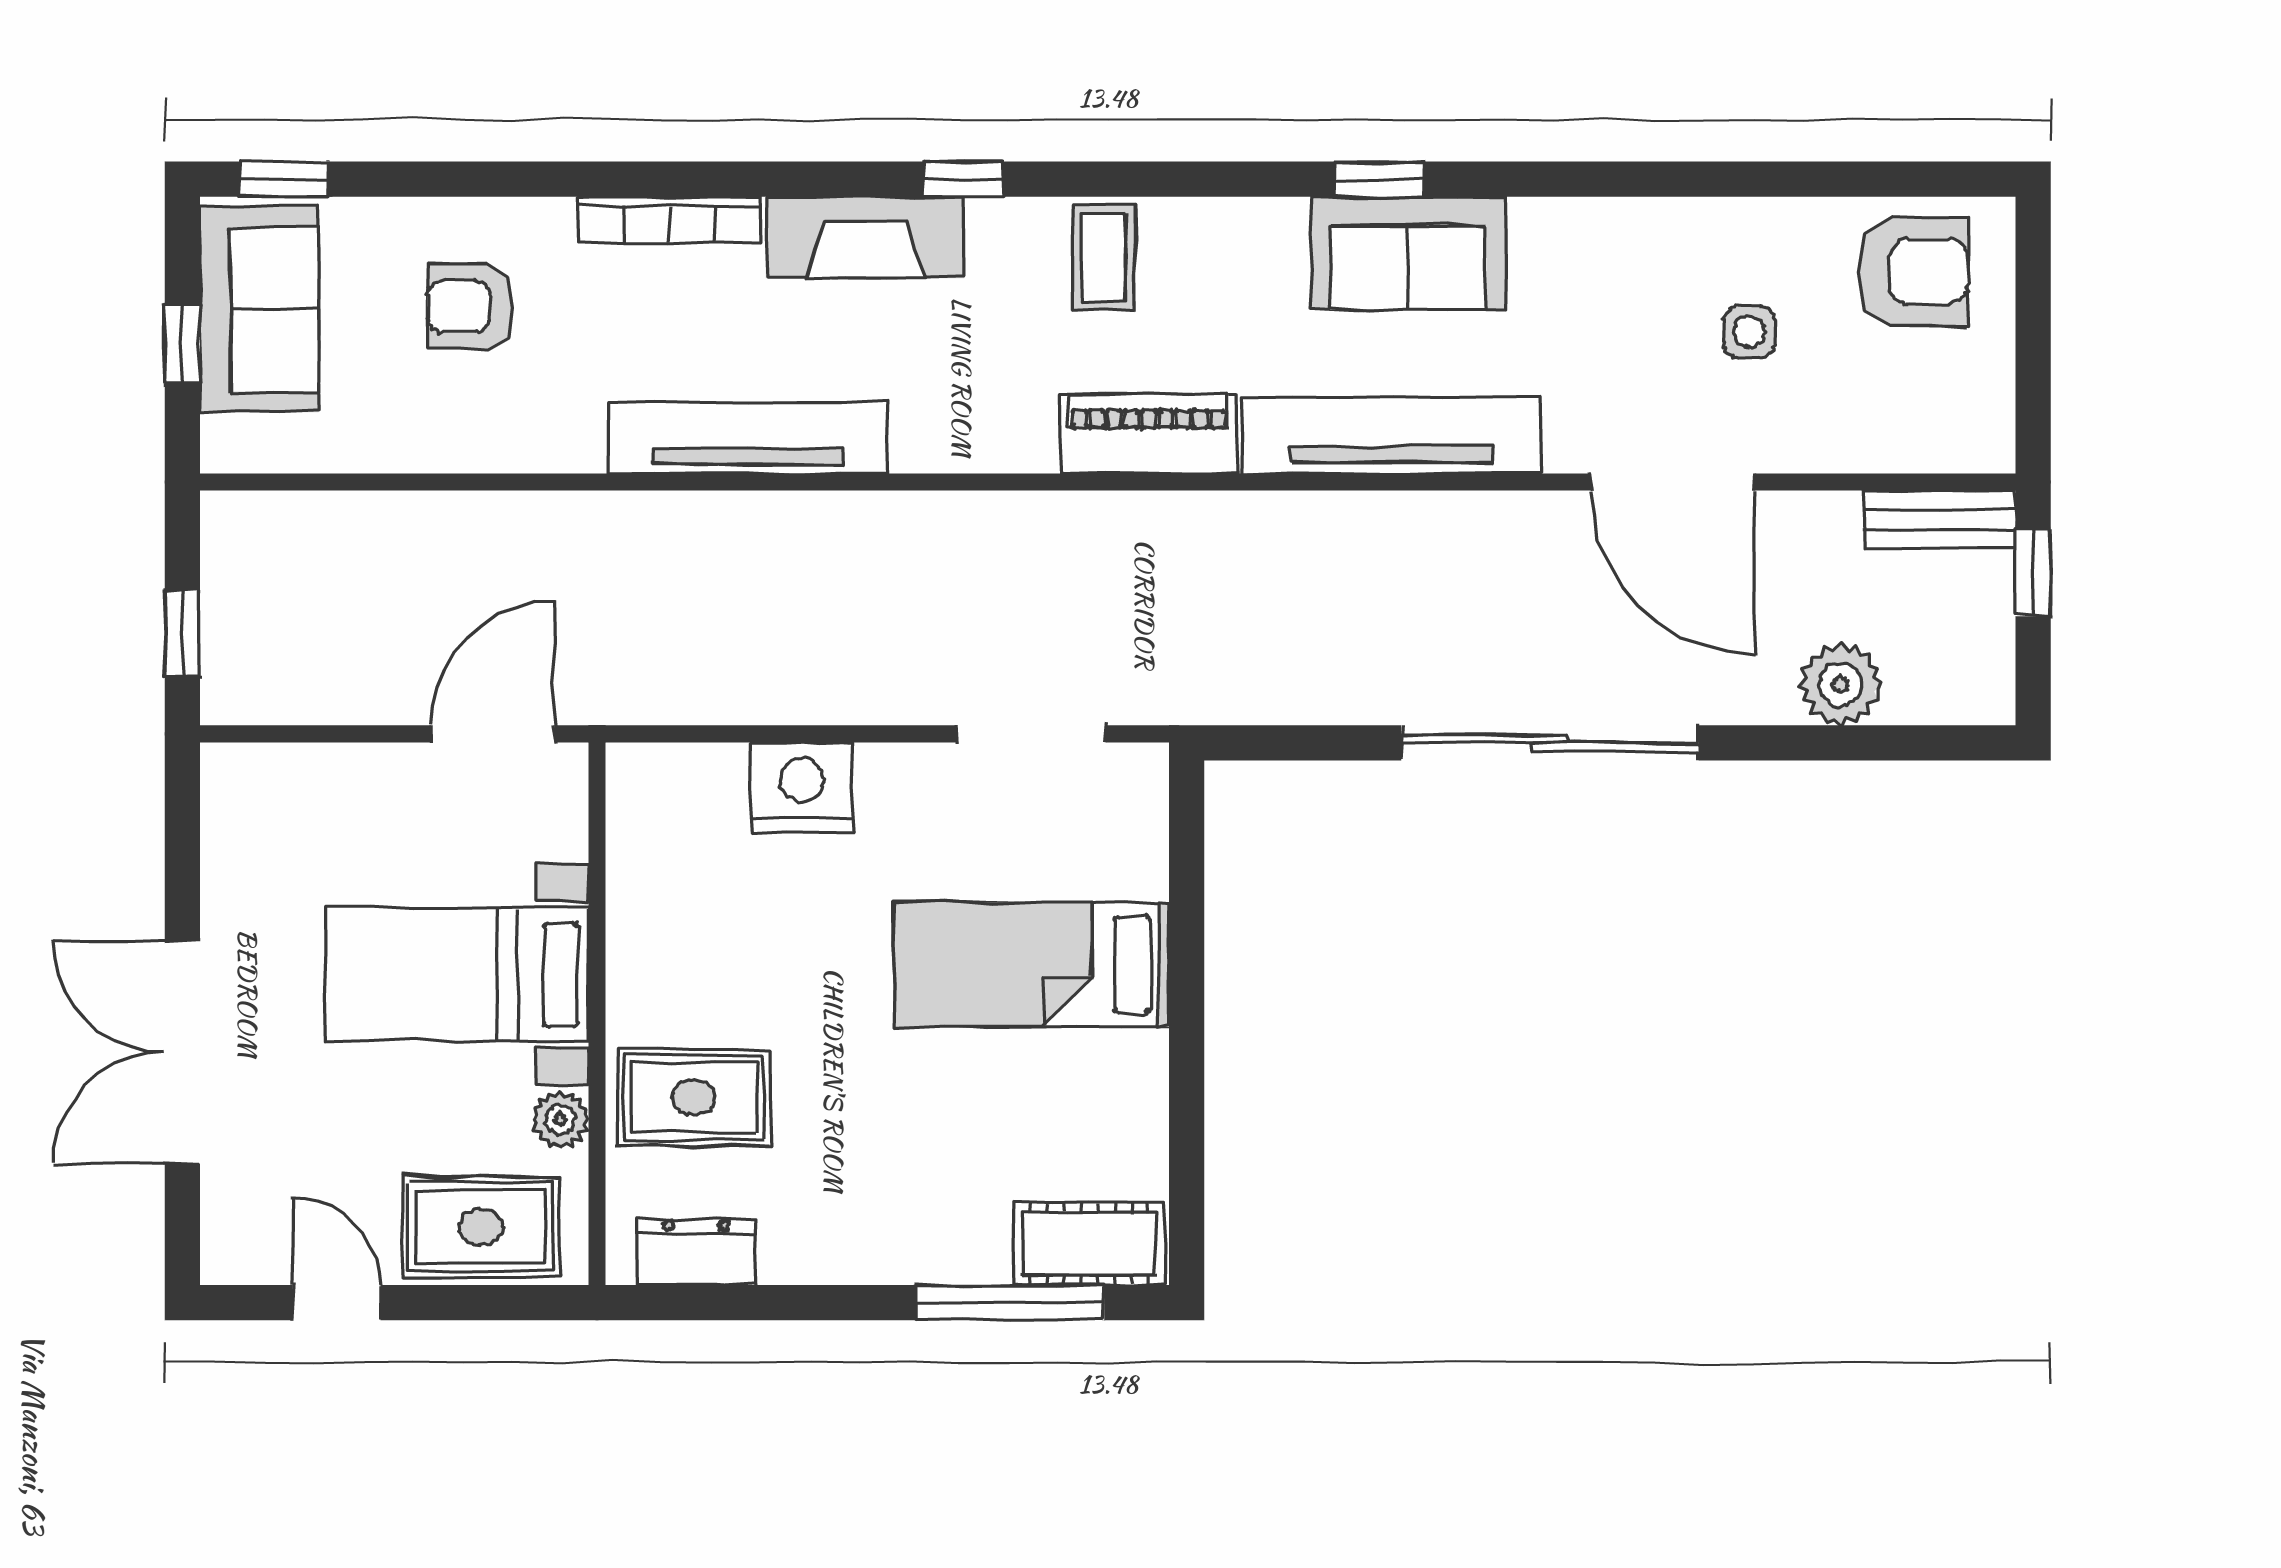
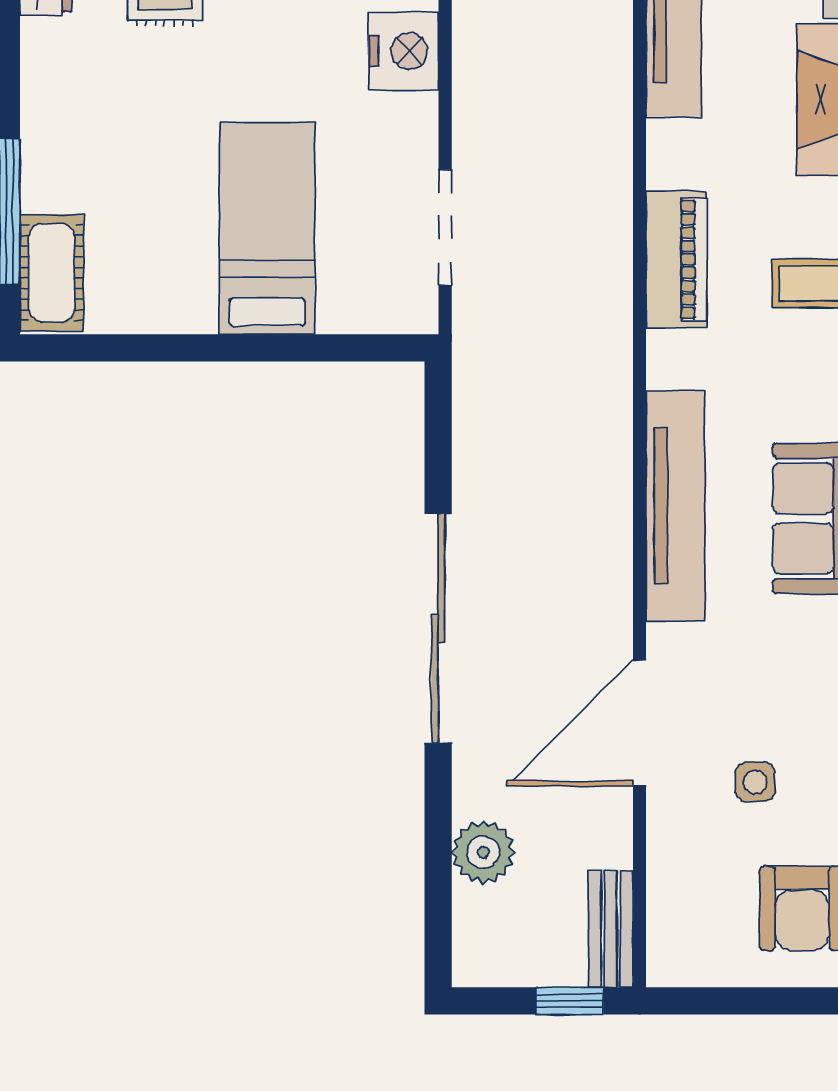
piano: (1149, 434) -> (676, 259), moved

